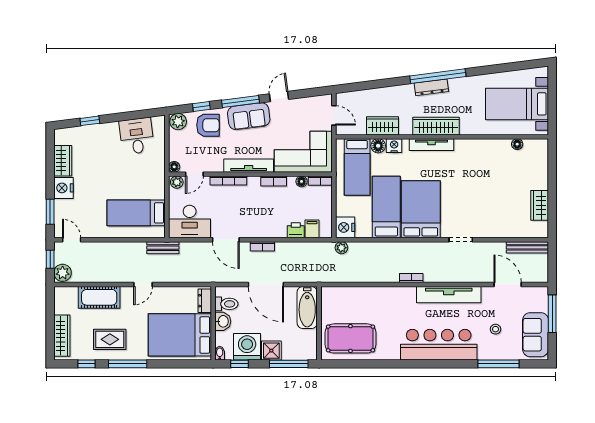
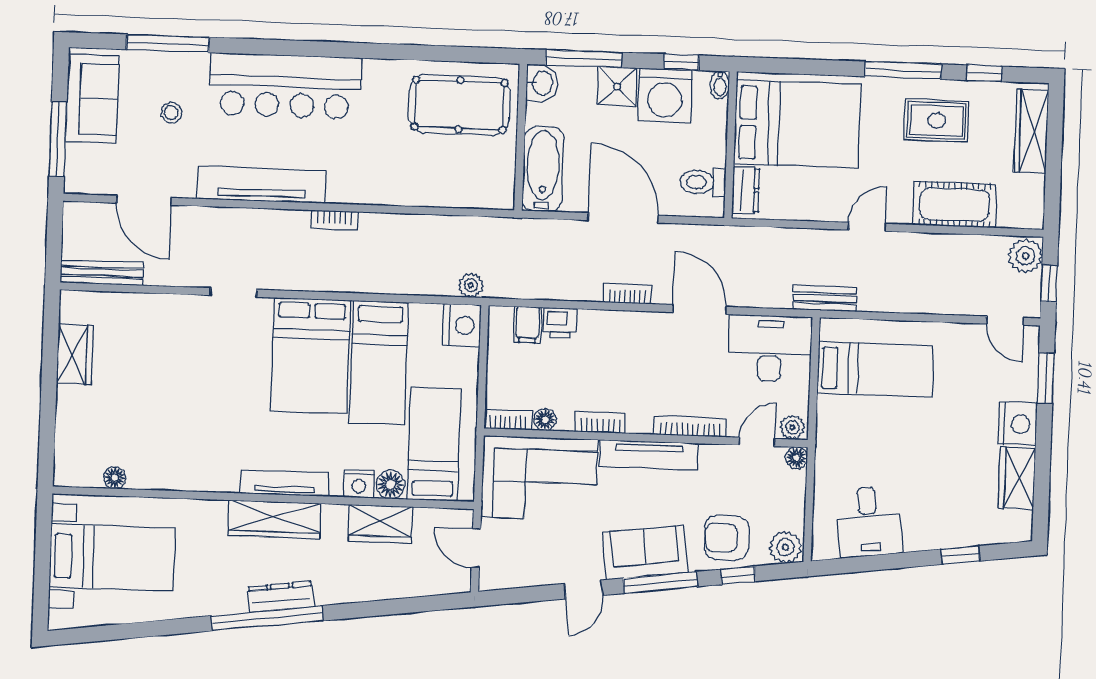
washbasin: (223, 321) -> (542, 83), moved, turned 180

